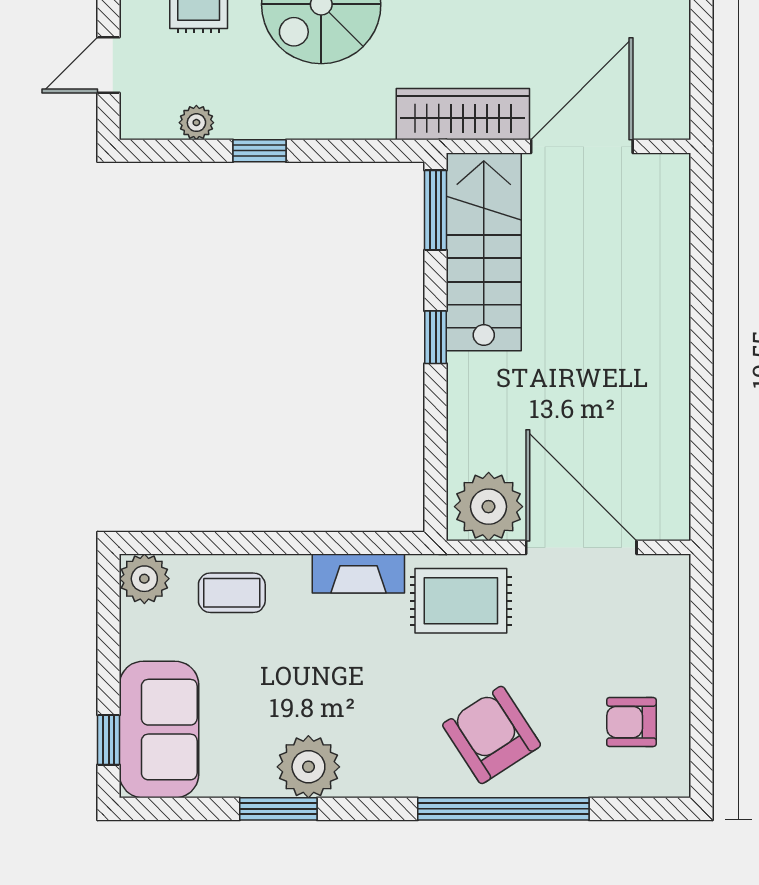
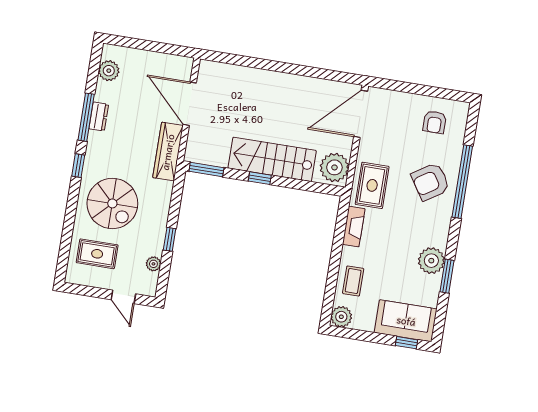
stairs: (484, 252) -> (272, 159), moved
door: (581, 547) -> (361, 114), moved

